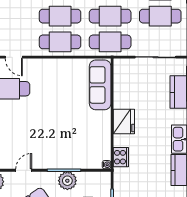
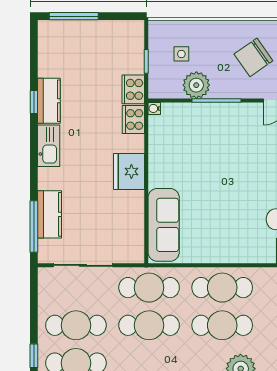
cooker: (121, 178) -> (133, 89), added
plant: (67, 181) -> (196, 85), moved

